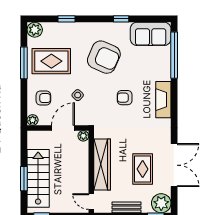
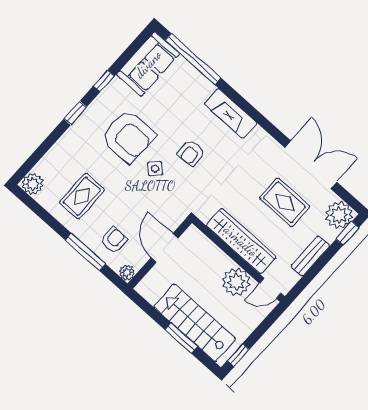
window: (66, 19) -> (75, 113), moved
armchair: (104, 57) -> (128, 136), turned 66
rug: (51, 61) -> (82, 196), width x0.73, depth x0.70
window: (24, 63) -> (85, 252), moved
side table: (78, 95) -> (155, 169), moved
plant: (83, 136) -> (236, 282), moved, width x1.87, depth x1.87

